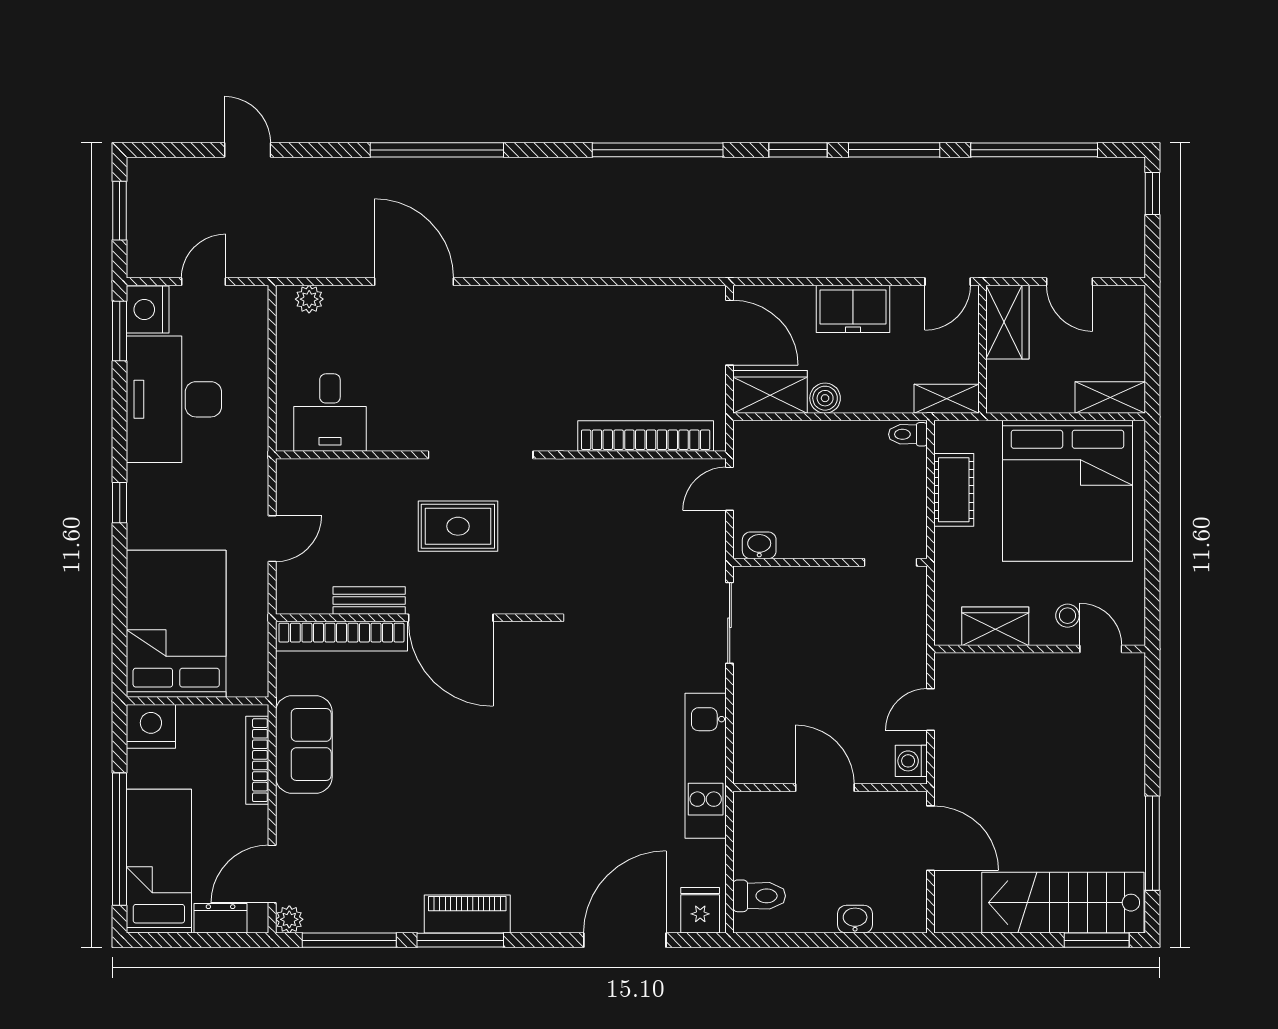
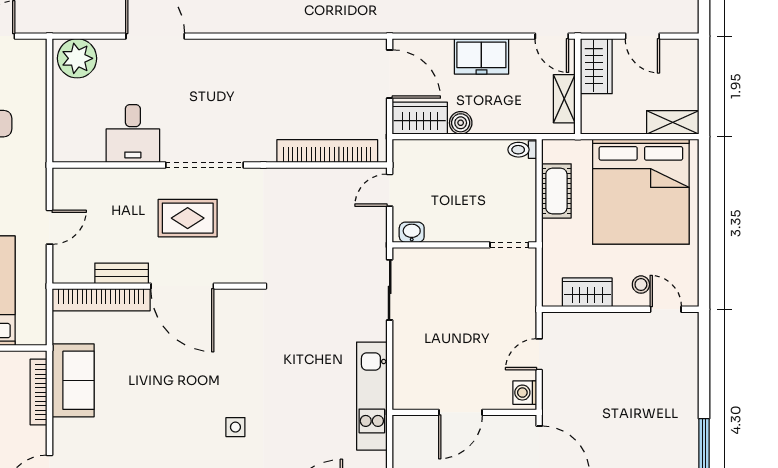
door: (948, 282) -> (552, 36), hinge flipped
plant: (309, 299) -> (77, 58), width x1.88, depth x1.88
shelving: (947, 399) -> (564, 99), moved, turned 90
desk: (330, 413) -> (133, 134), moved
door: (825, 788) -> (461, 412), swing flipped
side table: (522, 807) -> (235, 427), added

